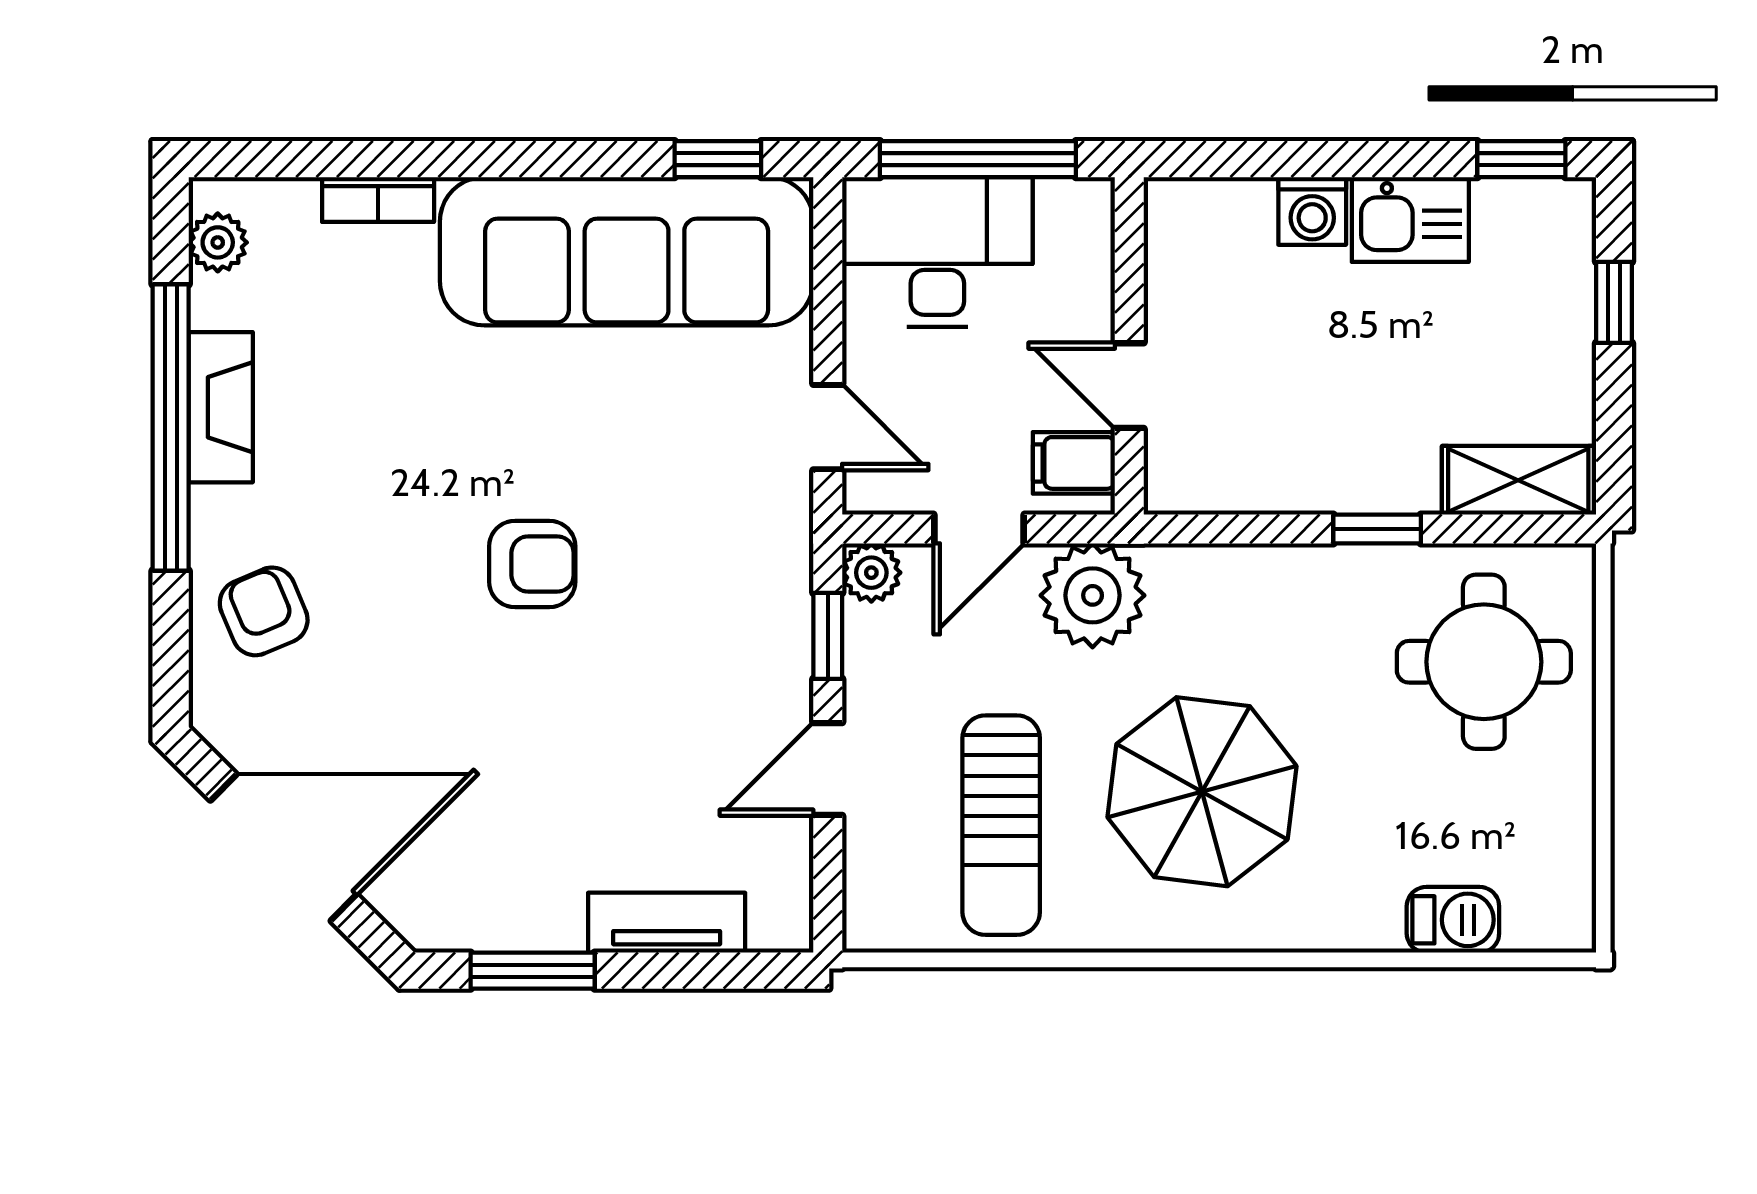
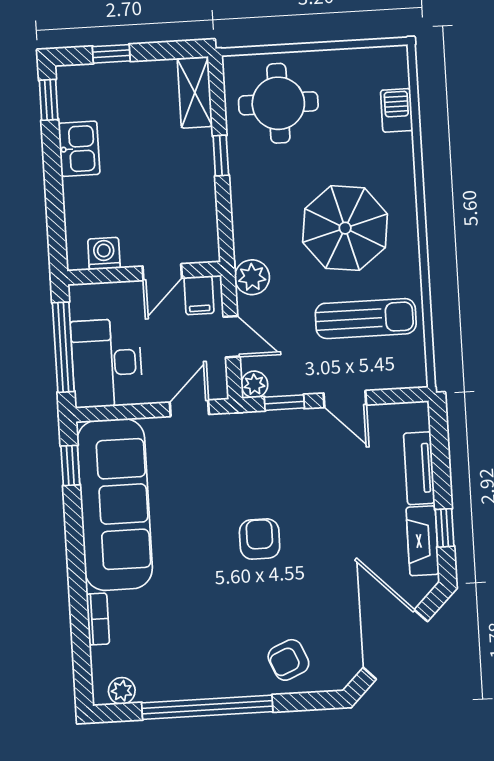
washing machine: (1312, 211) -> (104, 254), moved, turned -90
fireplace: (221, 407) -> (423, 541), moved, turned -90
plant: (1093, 595) -> (252, 277), width x0.73, depth x0.73
window: (533, 971) -> (445, 528), width x0.67

